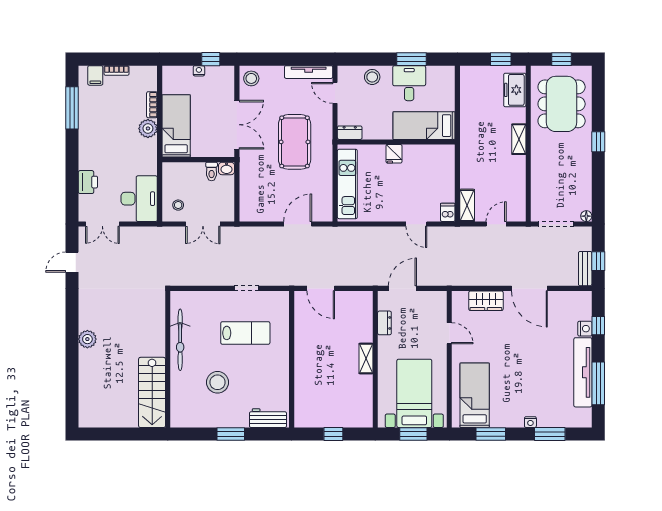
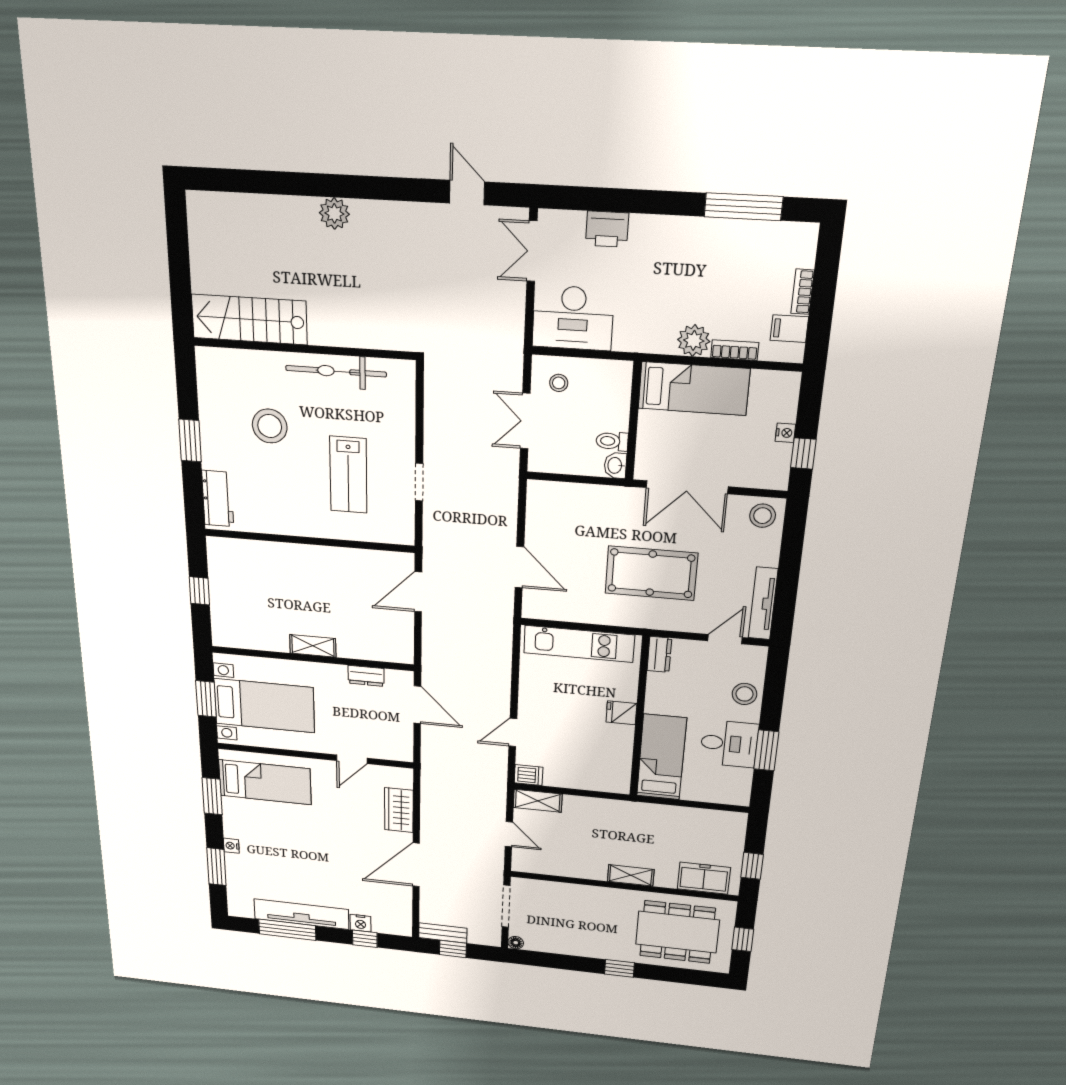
filing cabinet: (95, 75) -> (789, 329), moved

